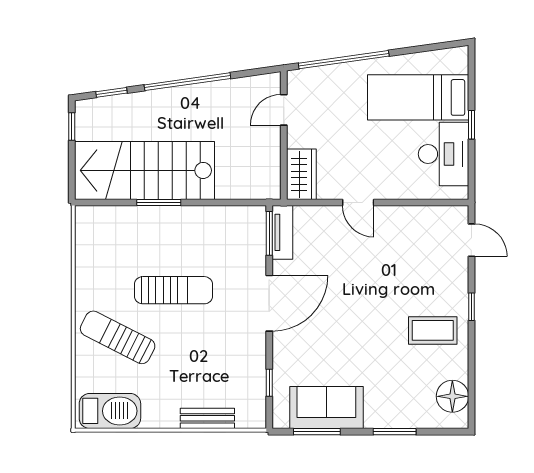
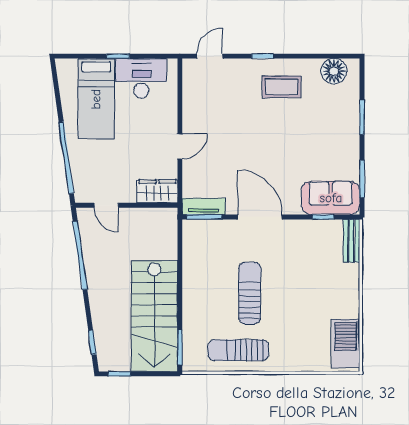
window: (187, 82) -> (80, 255), moved
window: (159, 202) -> (180, 347), moved
coffee table: (433, 330) -> (282, 87), turned 90
sun lounger: (118, 337) -> (238, 350), moved, turned 63
sofa: (326, 408) -> (331, 198), moved, turned 90
bench: (207, 418) -> (351, 241), moved

